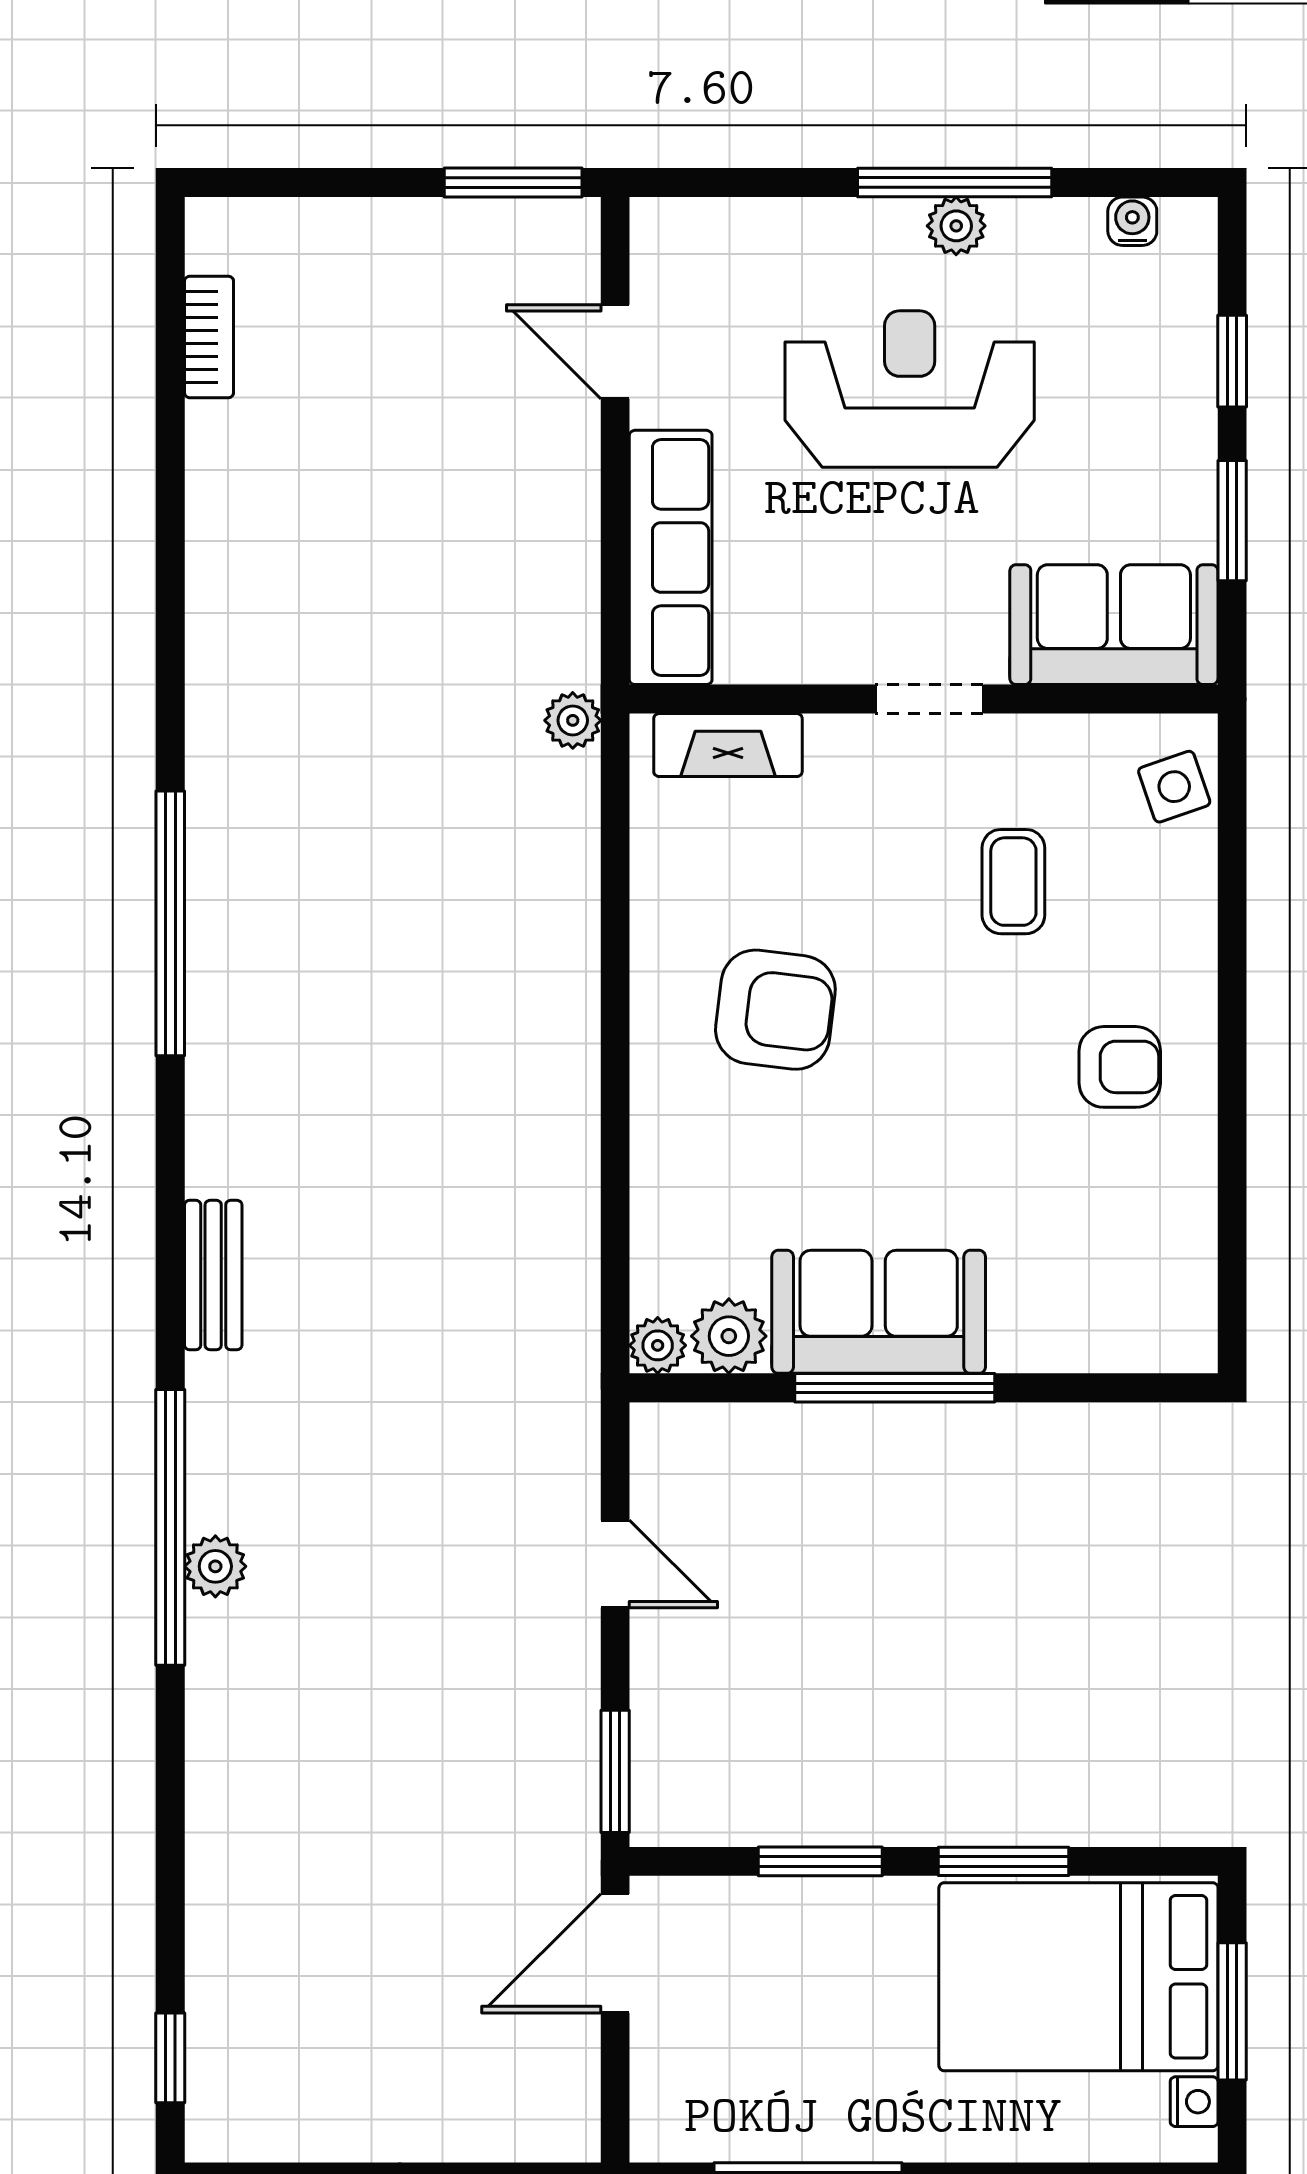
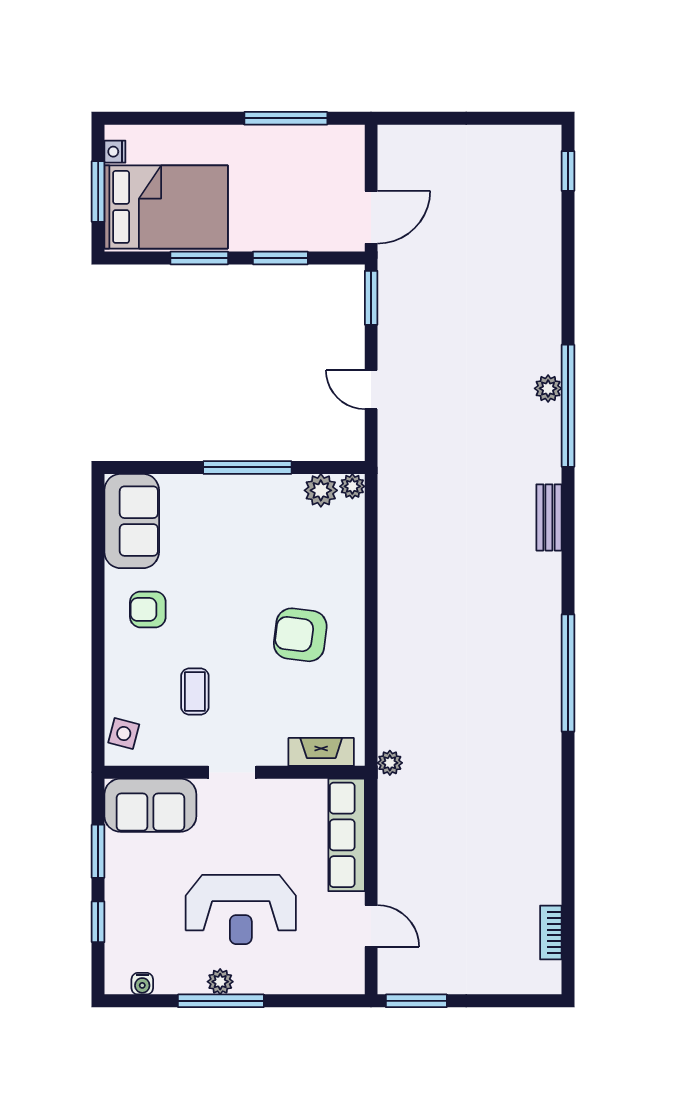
side table: (1174, 787) -> (124, 734), turned 34
sofa: (879, 1312) -> (132, 521), moved, turned -90

